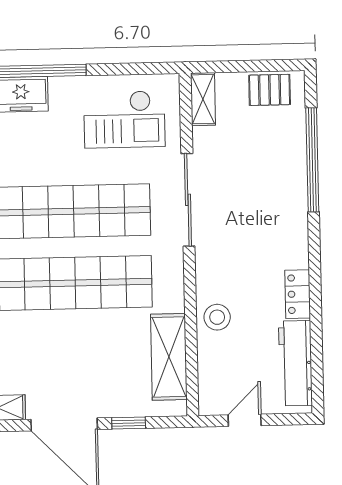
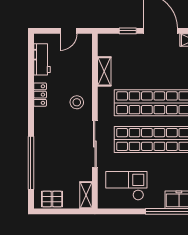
stool: (217, 317) -> (77, 102), moved
shelving: (169, 357) -> (104, 71), width x0.67, depth x0.75
workbench: (295, 363) -> (42, 59), width x0.73

